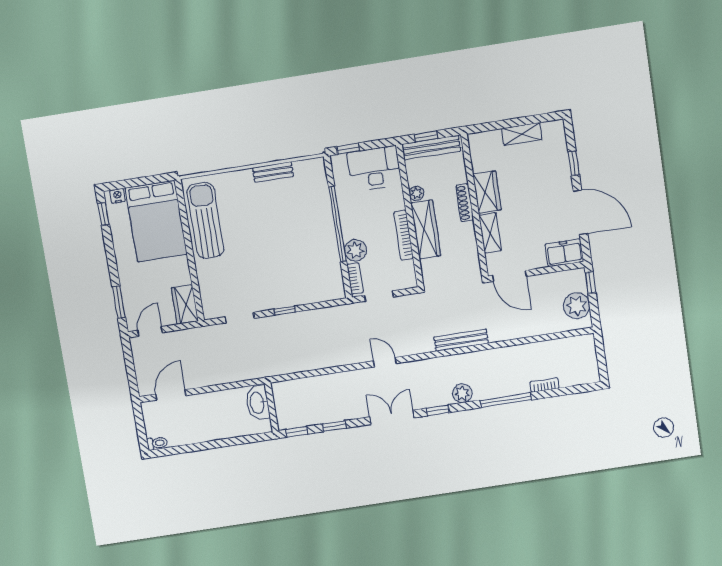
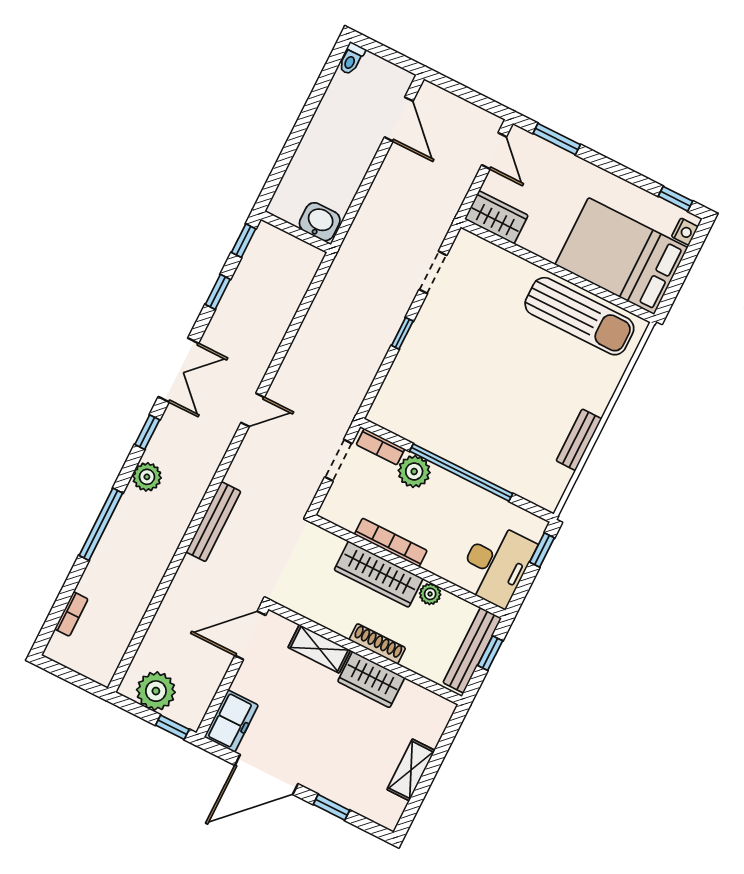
bookcase: (544, 385) -> (71, 614), moved
washbasin: (258, 403) -> (320, 222), width x0.72

